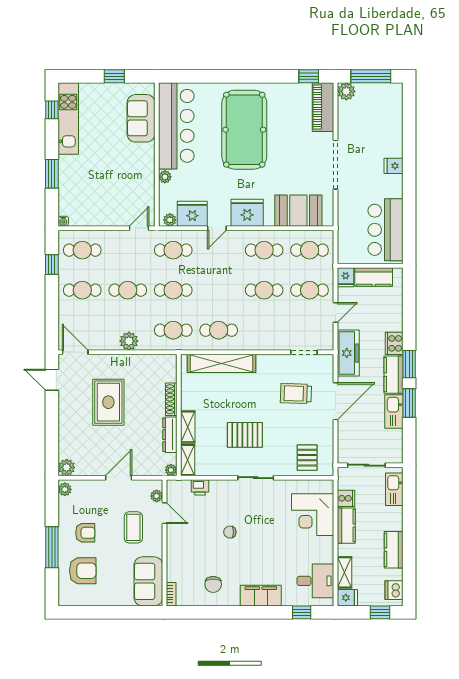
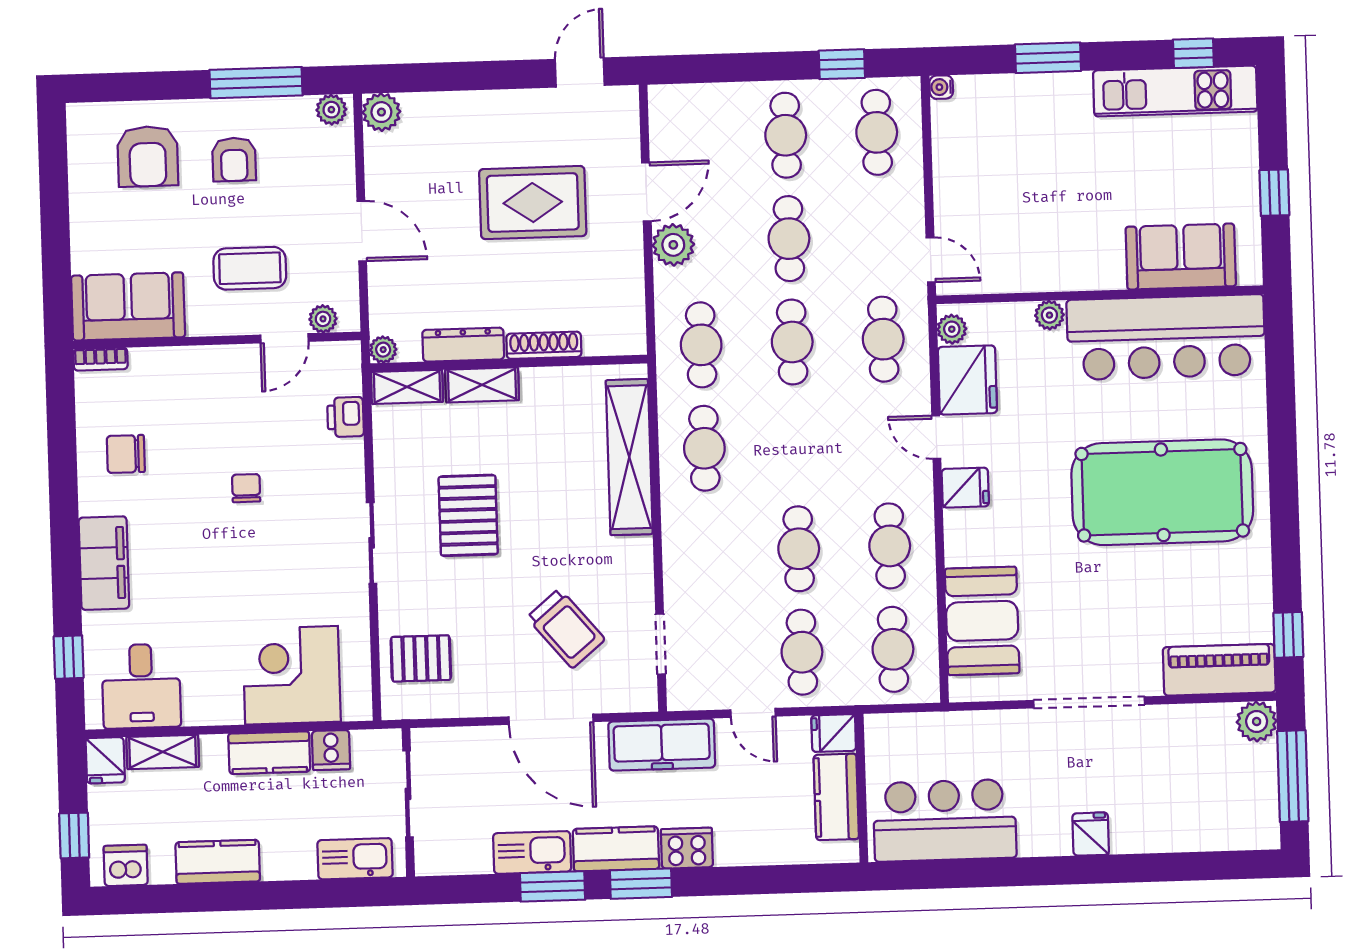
fridge: (247, 213) -> (965, 488), width x0.53, depth x0.75
door: (75, 352) -> (646, 192), moved
trolley: (296, 393) -> (566, 628), turned 138
window: (52, 547) -> (256, 83), moved

